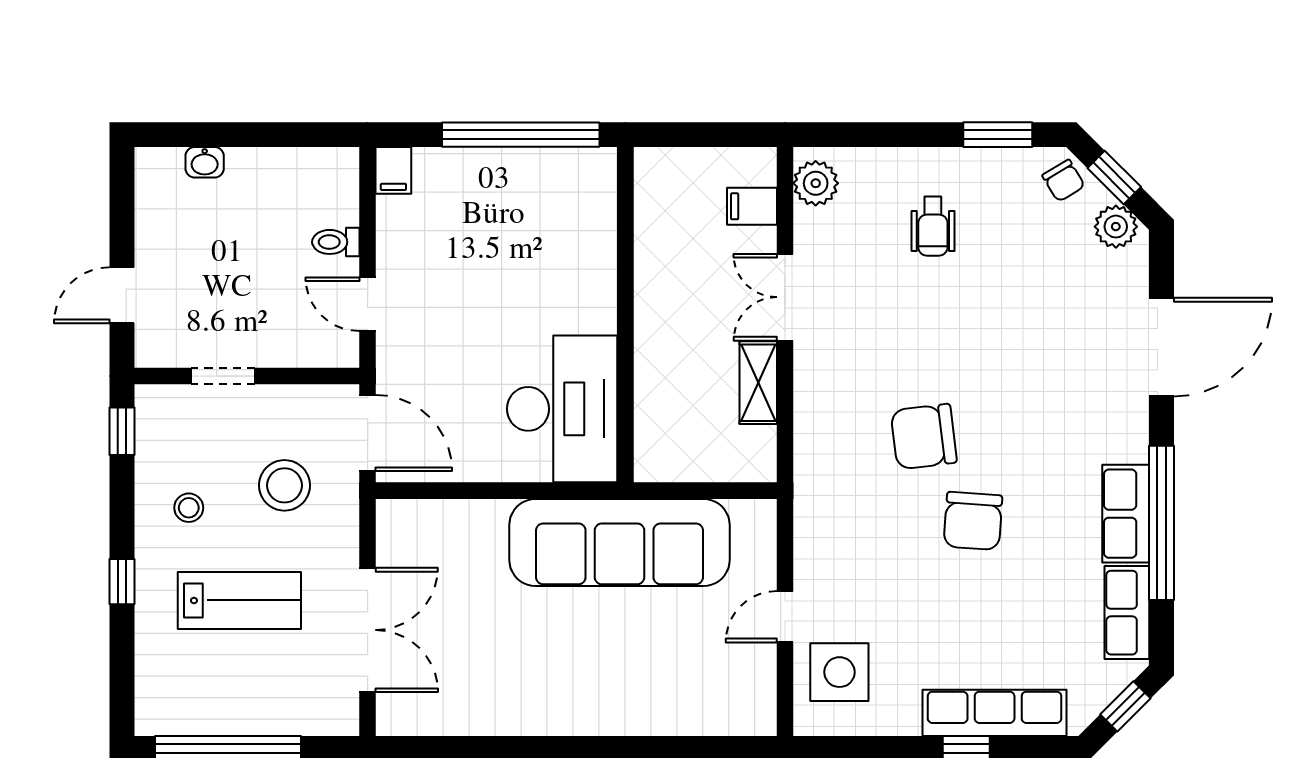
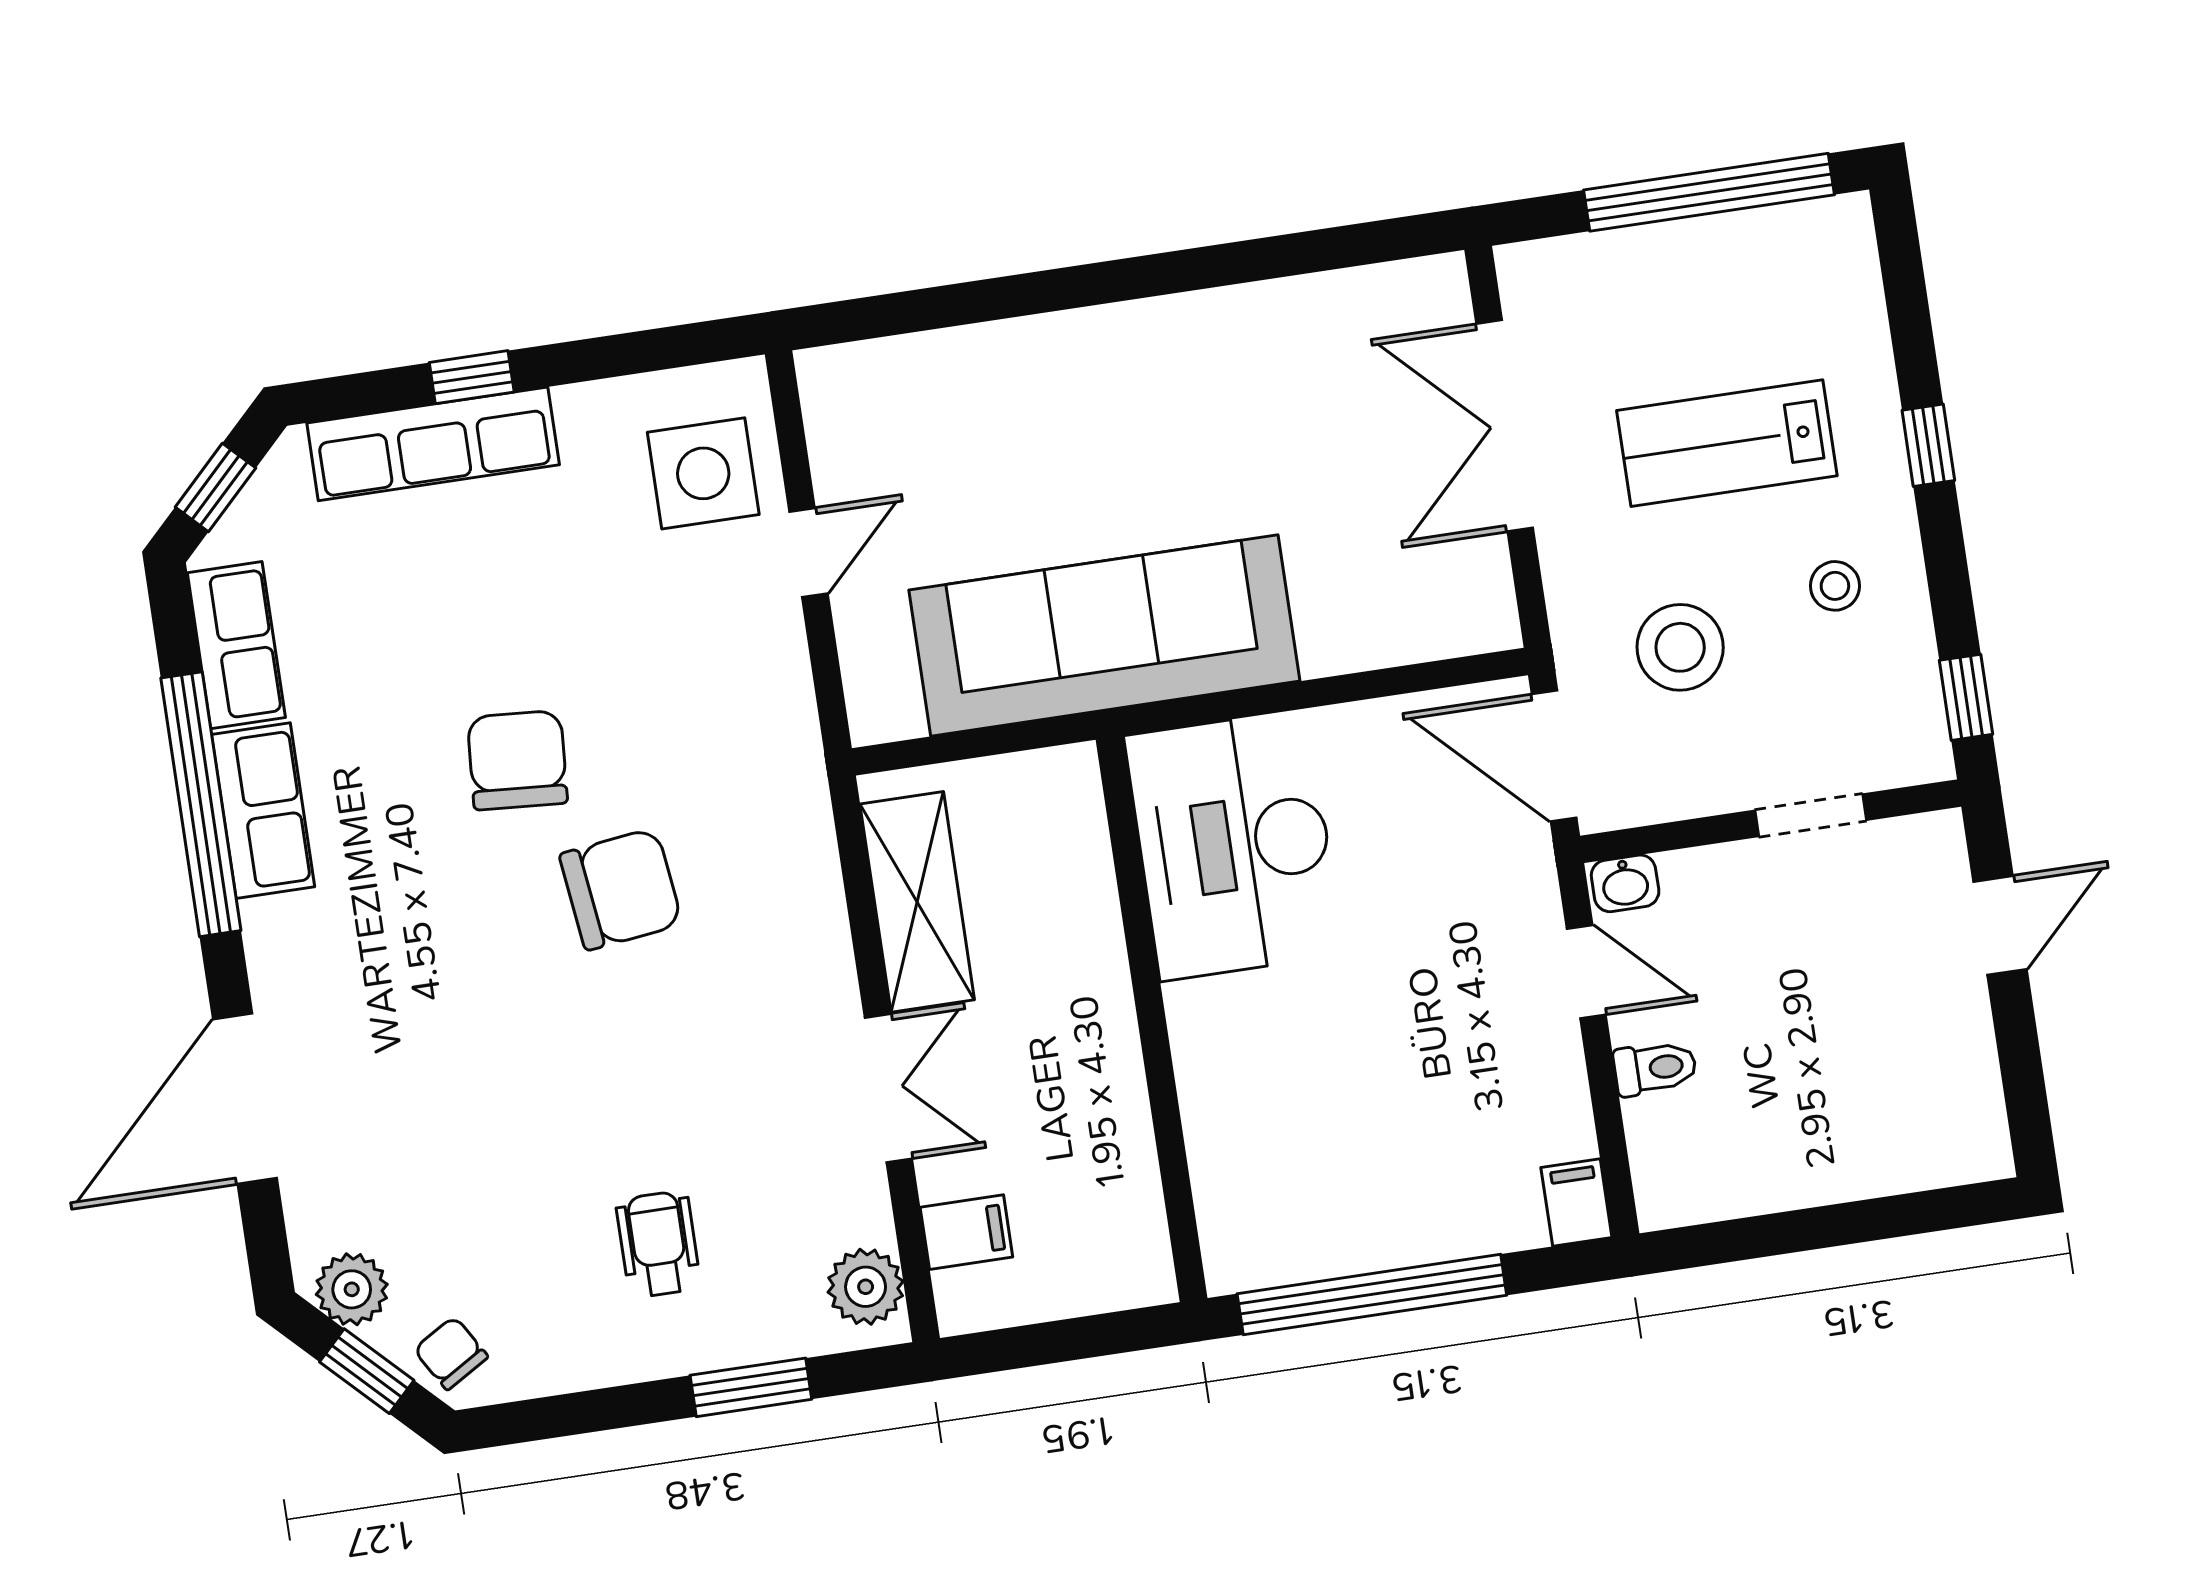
window: (998, 135) -> (751, 1387), moved
washbasin: (205, 162) -> (1625, 883), moved, turned 180
shelving: (758, 383) -> (917, 902), width x1.50, depth x1.33

